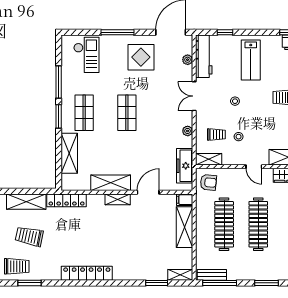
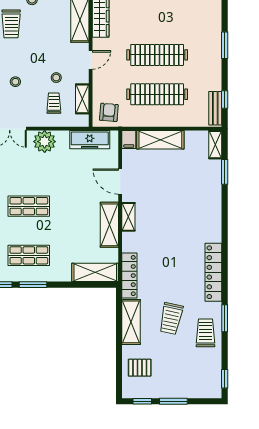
plant: (188, 131) -> (45, 142), width x1.87, depth x1.87
shelving: (69, 153) -> (95, 272), moved
shelving: (209, 159) -> (82, 99), moved
locker: (87, 273) -> (213, 272), moved
window: (220, 283) -> (225, 99), width x0.46

